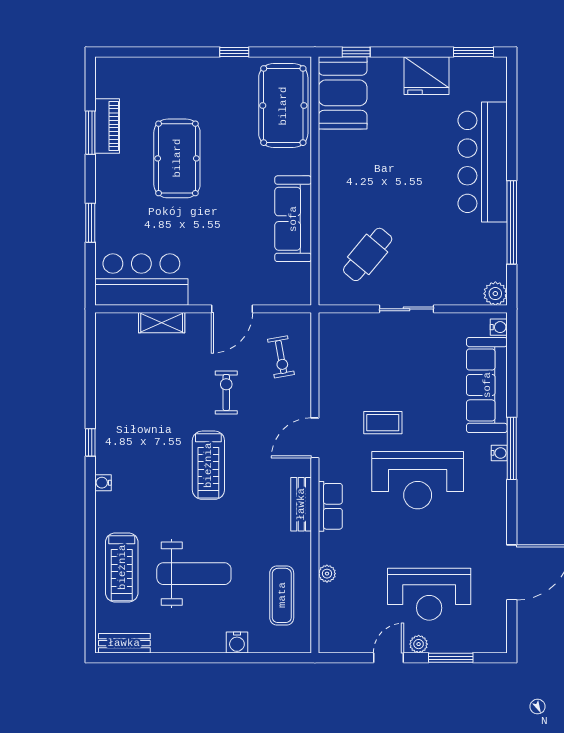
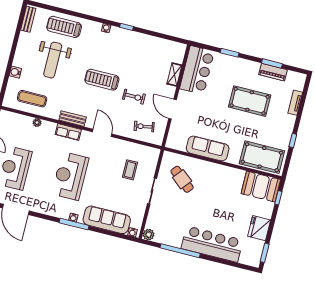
tv unit: (157, 66) -> (295, 103), added
coffee table: (383, 423) -> (130, 170), moved

